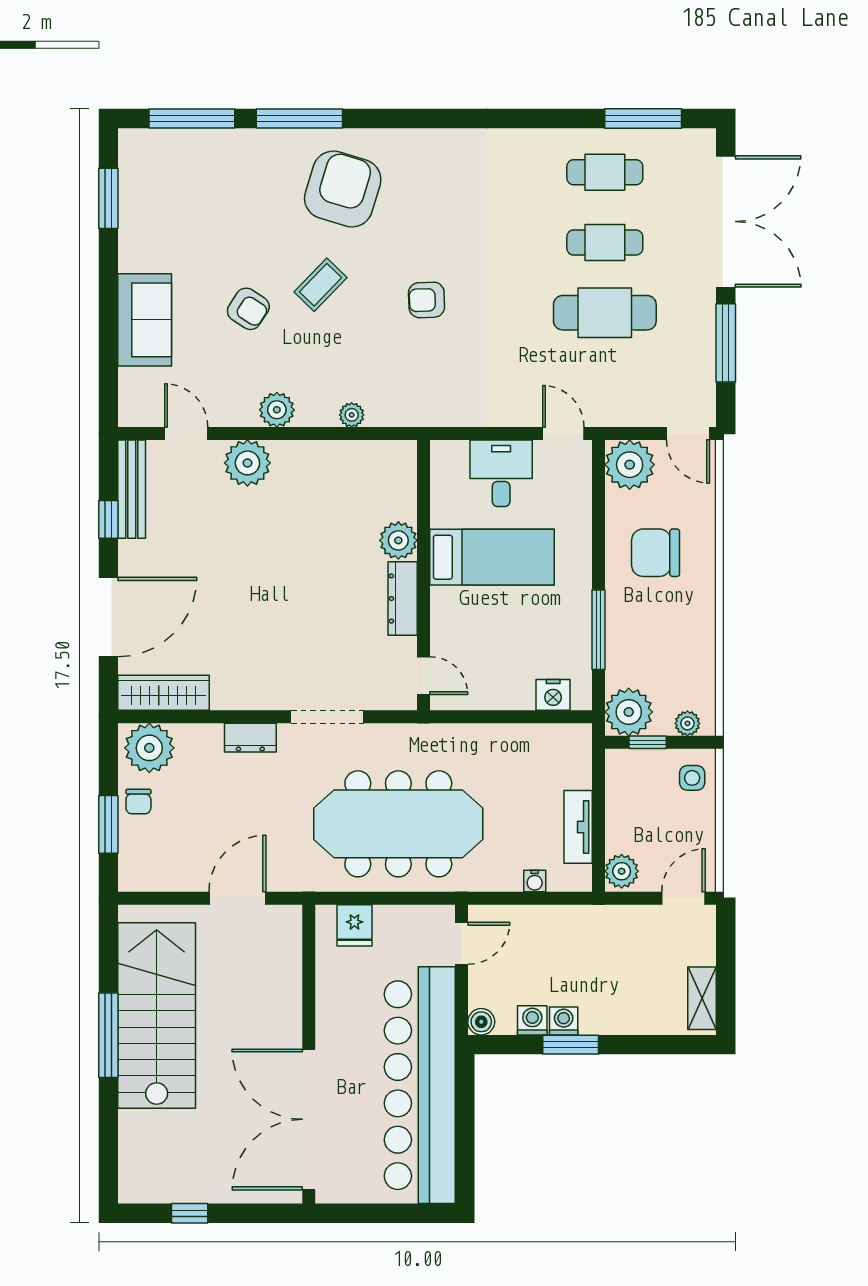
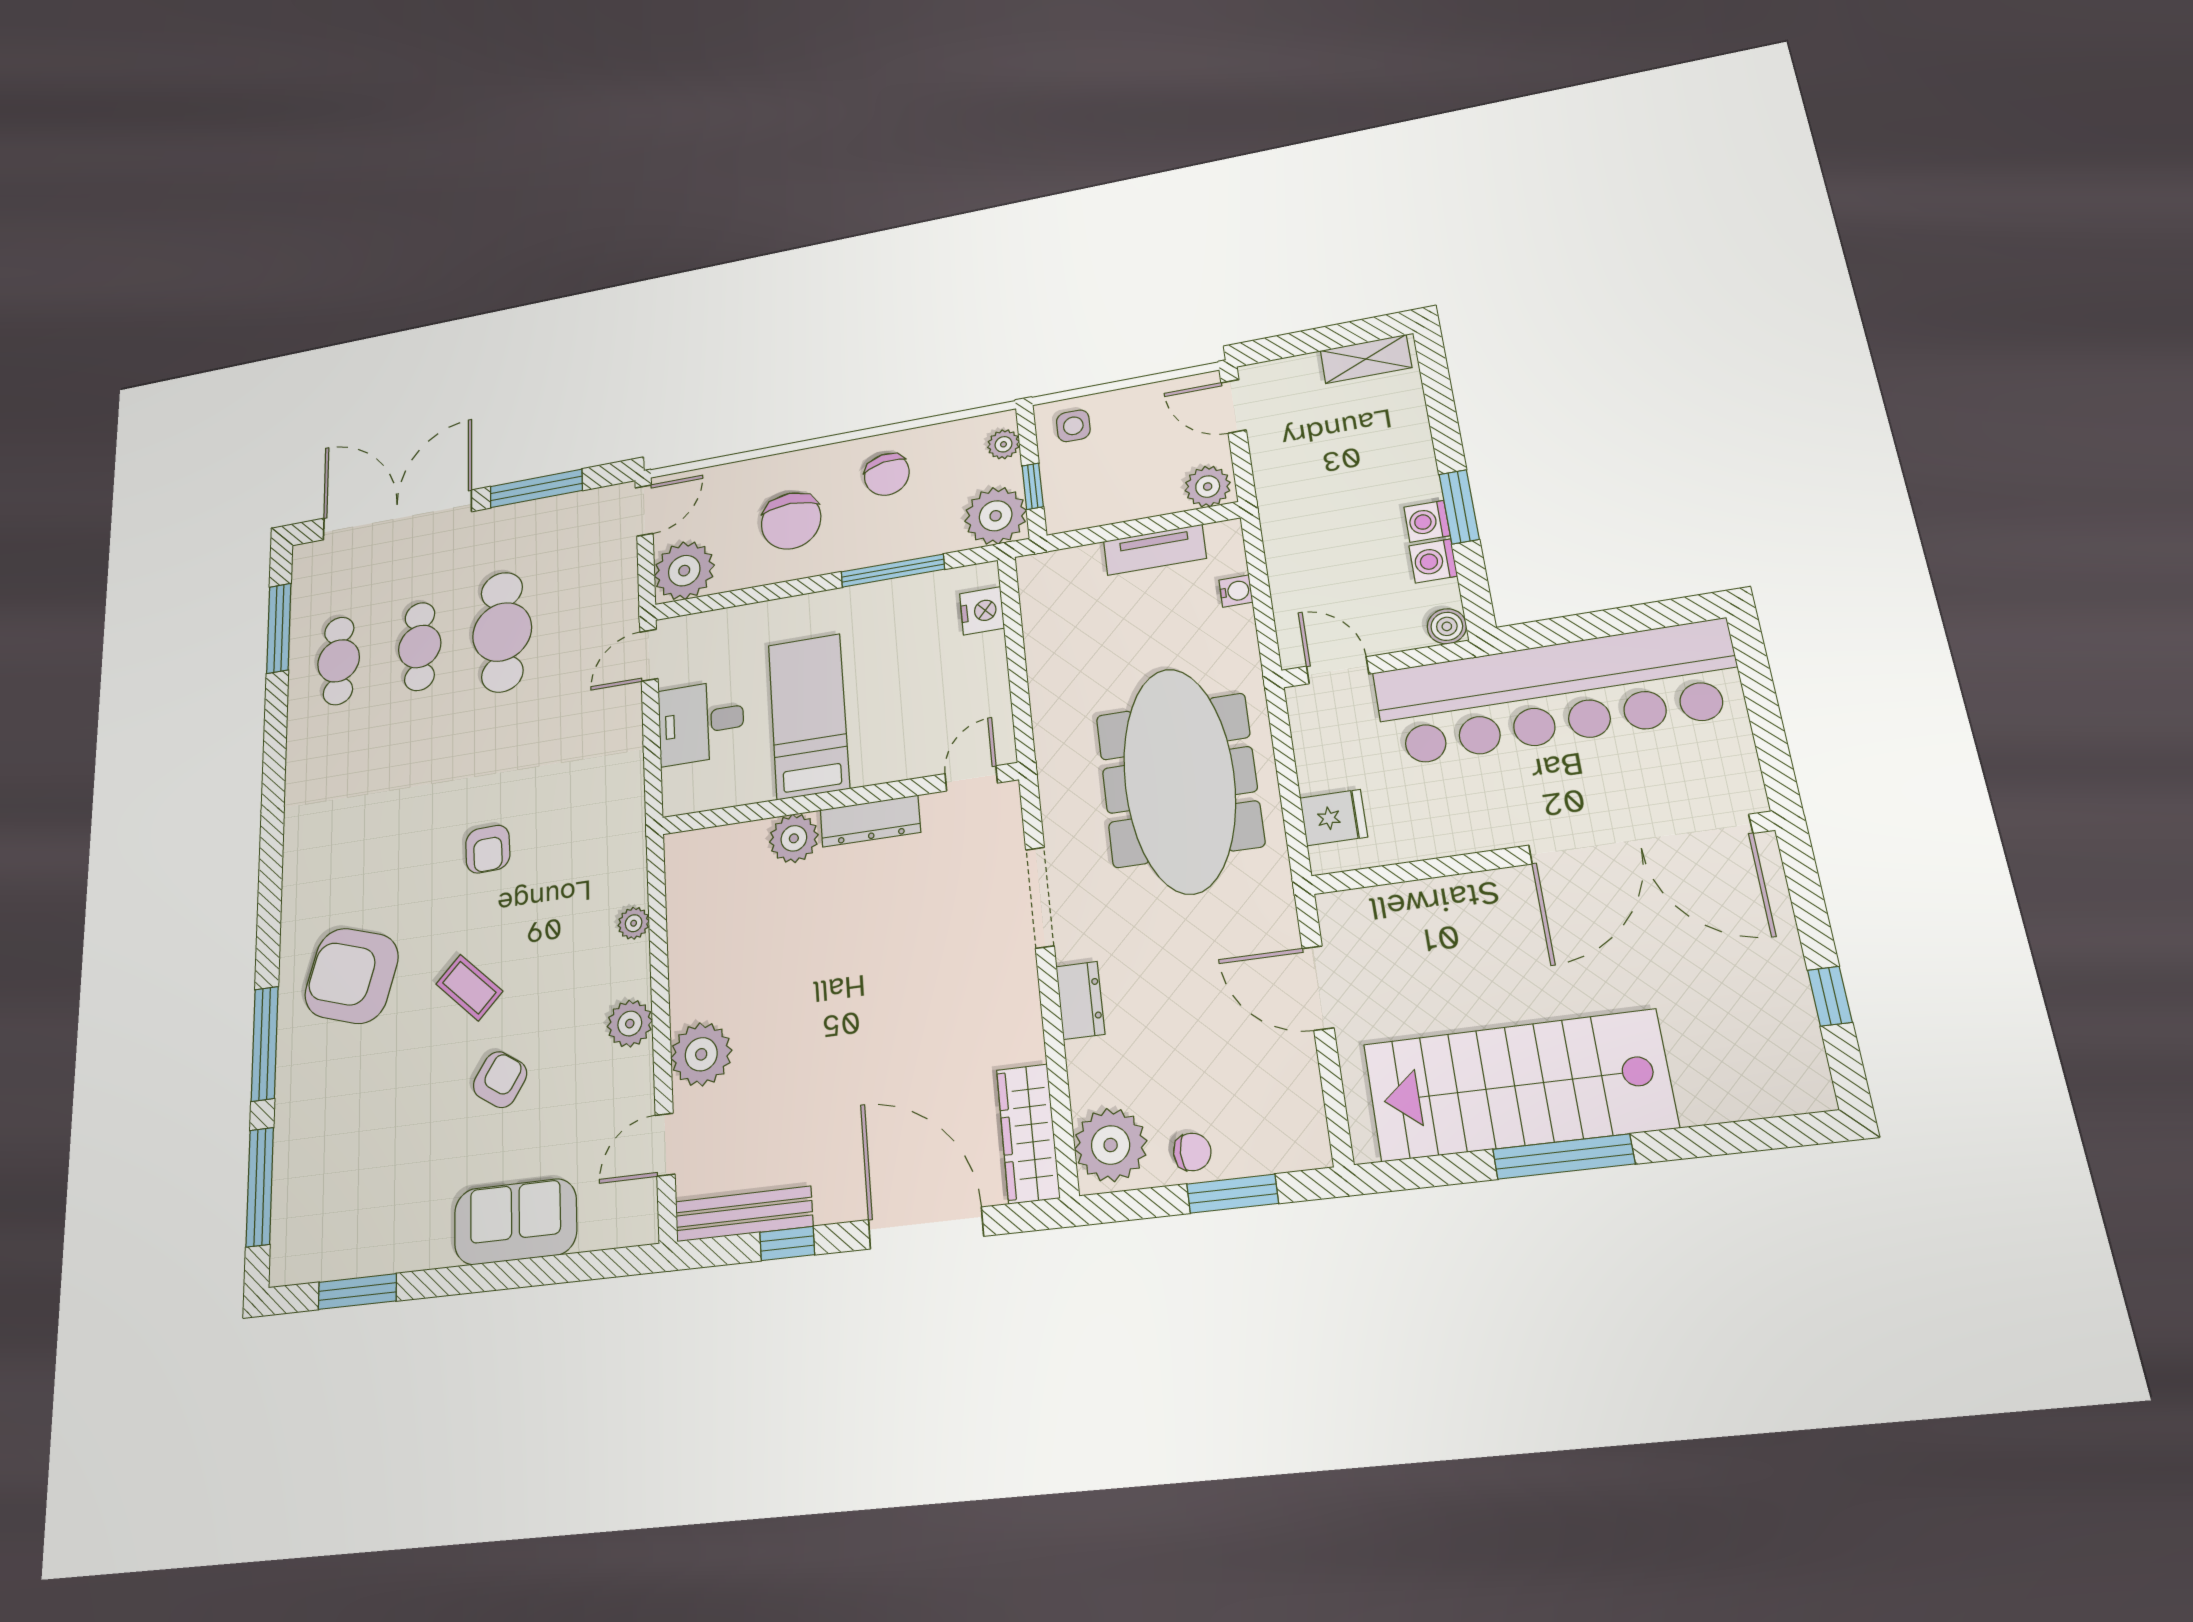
chair: (680, 631) -> (887, 474), added

